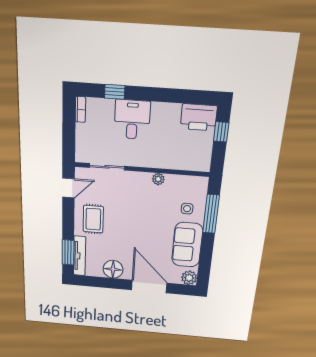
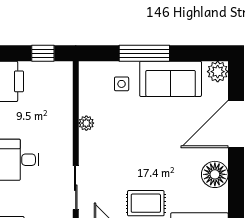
window: (221, 132) -> (43, 53), moved
window: (211, 214) -> (144, 53), moved

